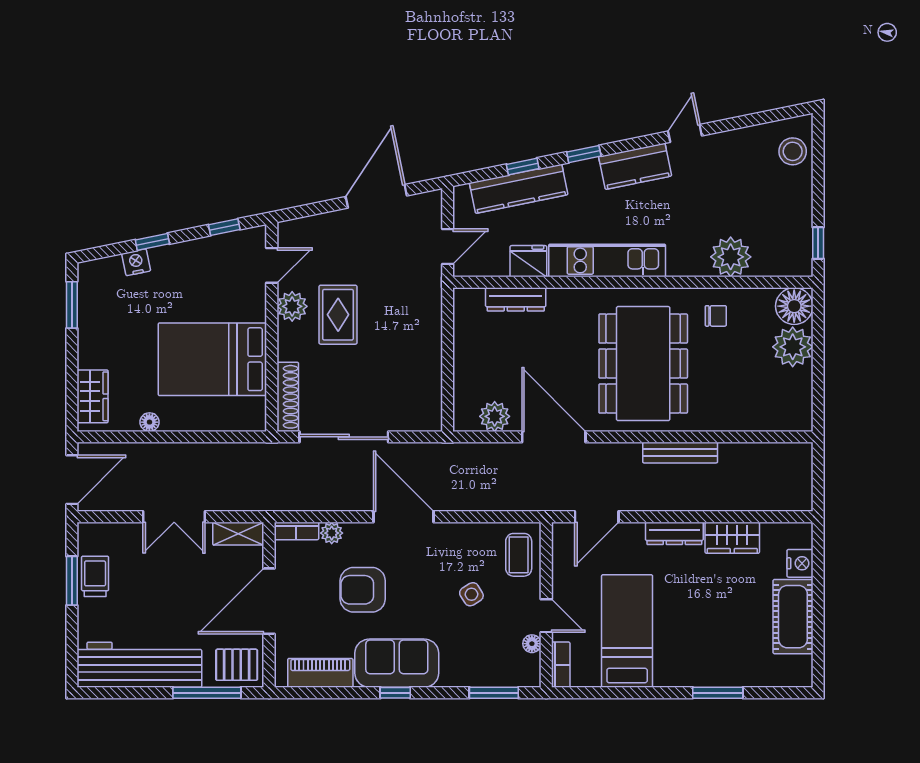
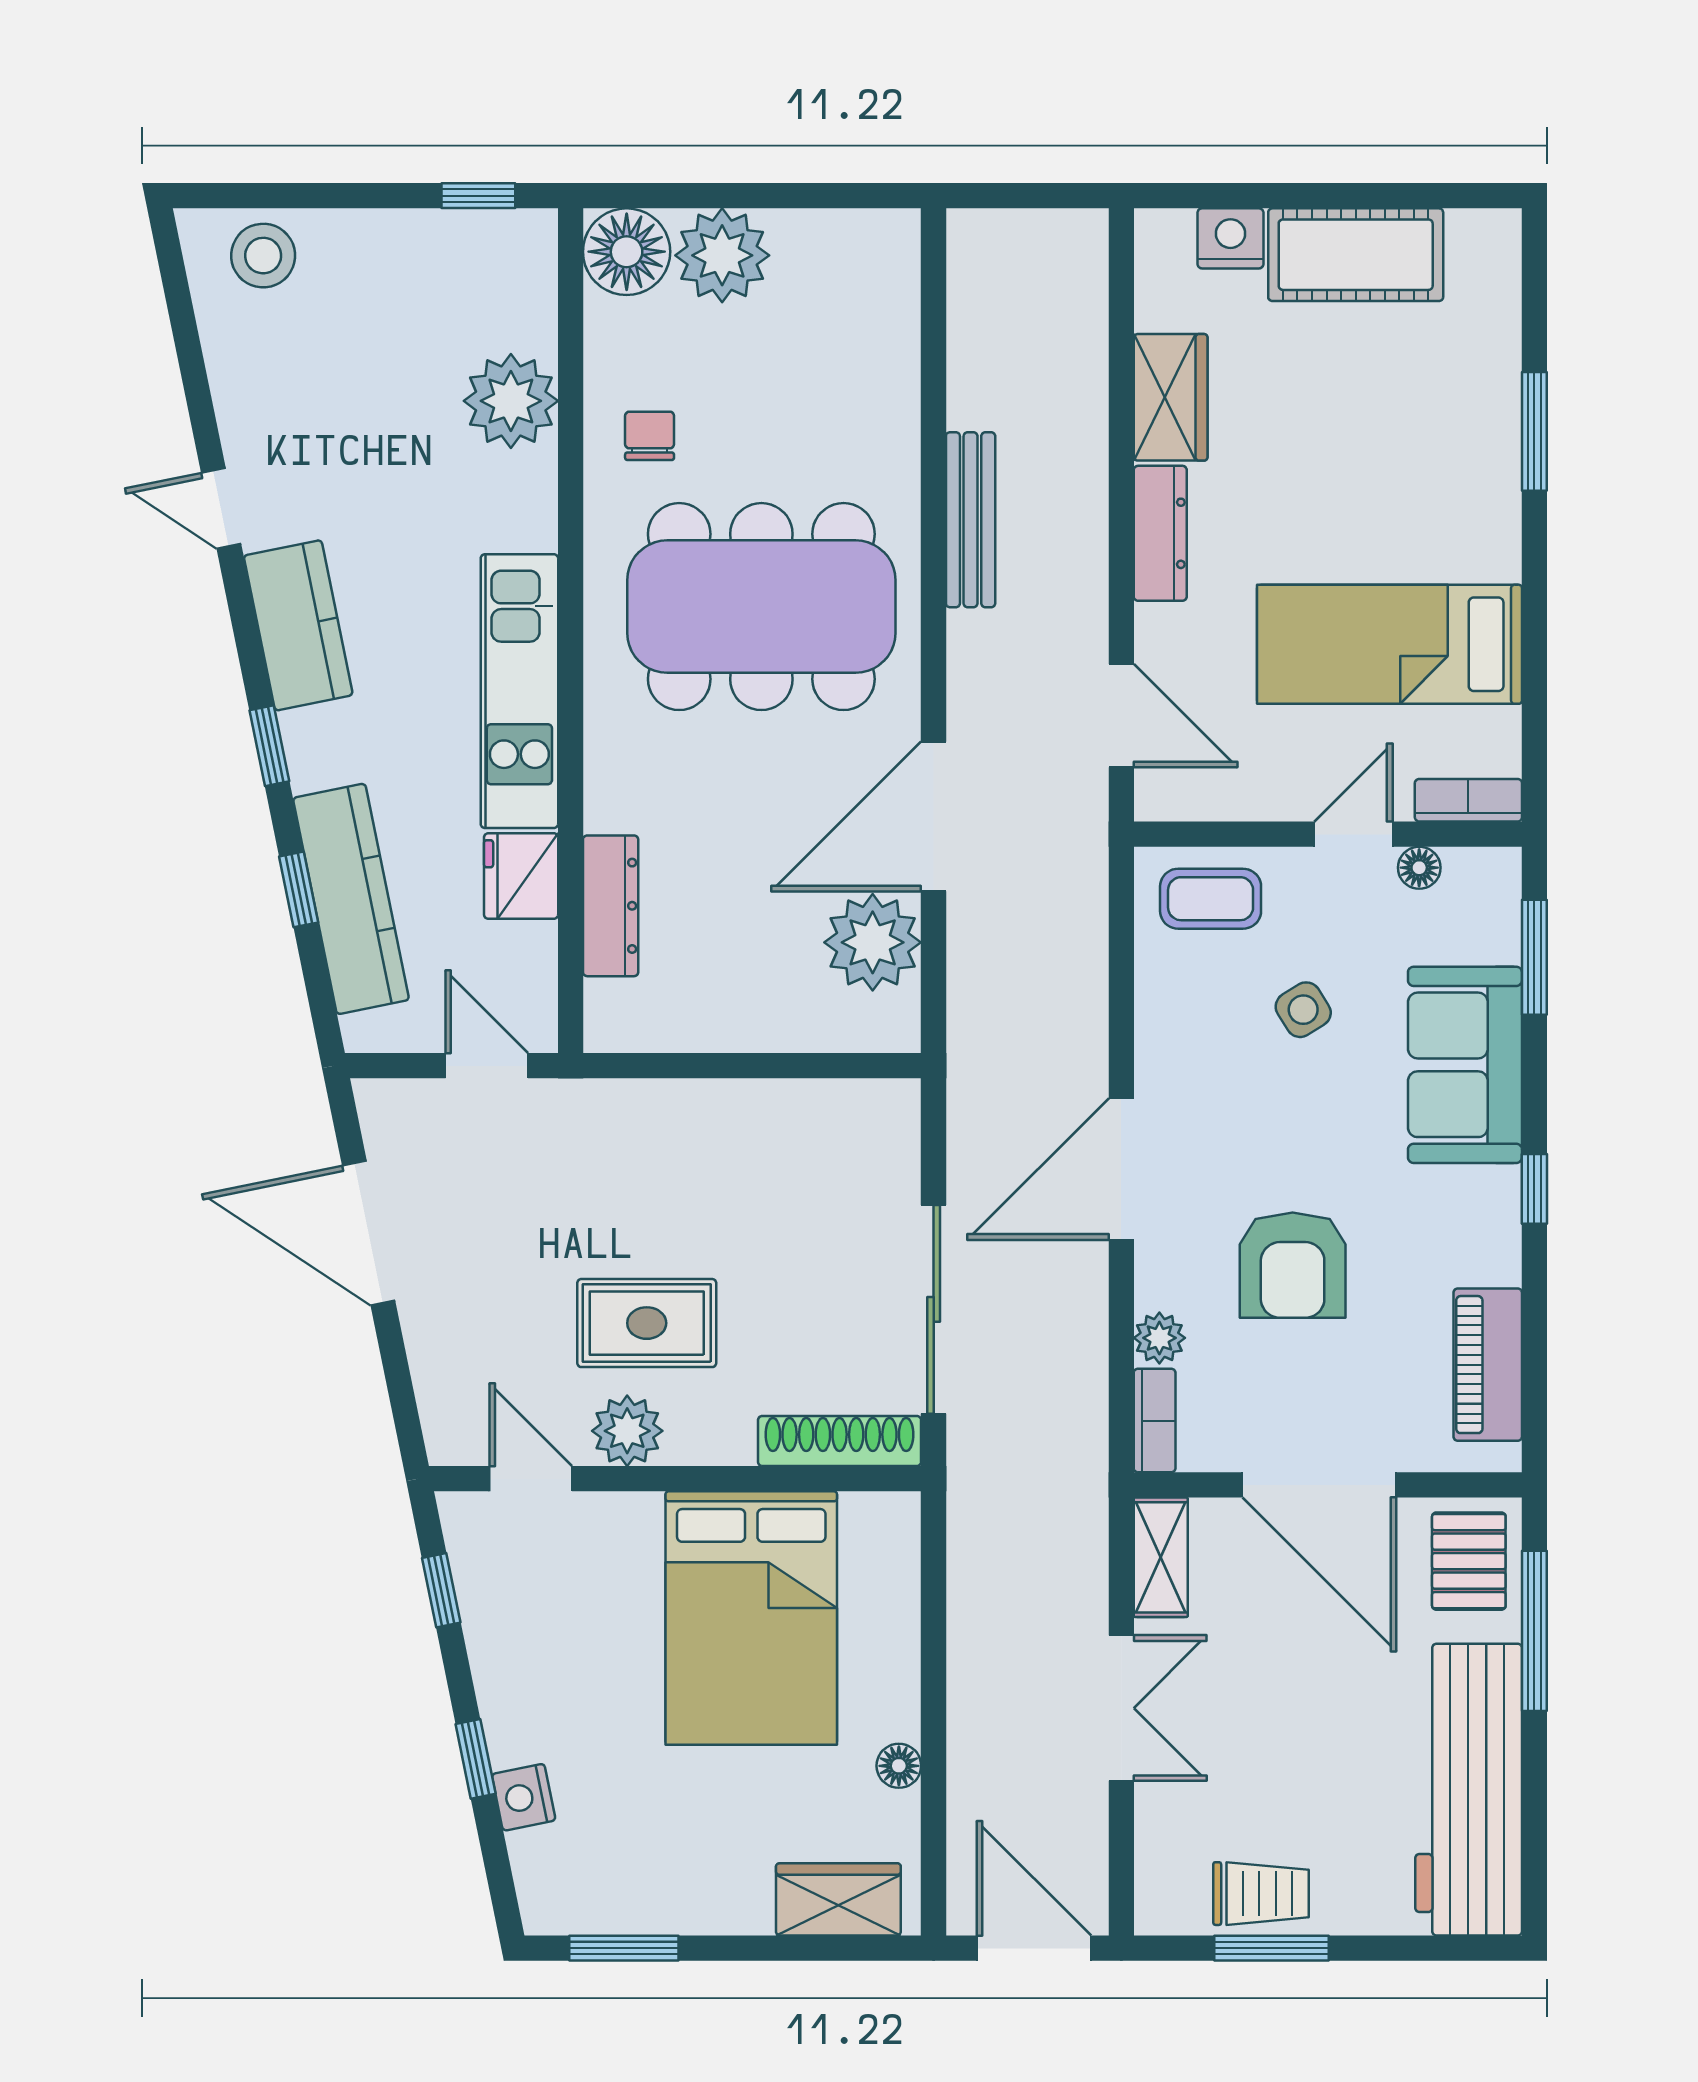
plant: (495, 416) -> (873, 942), width x1.36, depth x1.36
trolley: (95, 576) -> (1261, 1894), turned 180
sofa: (397, 663) -> (1465, 1065), moved

